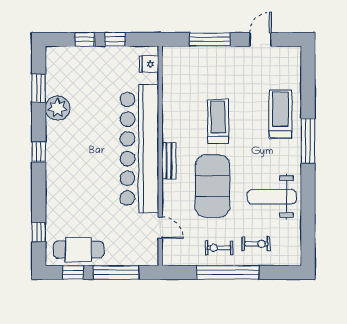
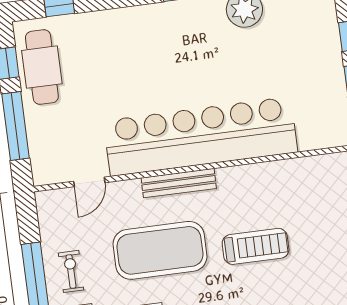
fridge: (149, 64) -> (326, 134), removed
bench: (169, 161) -> (179, 183), width x1.36

